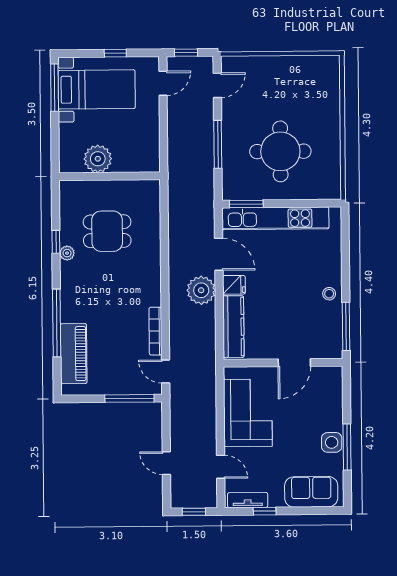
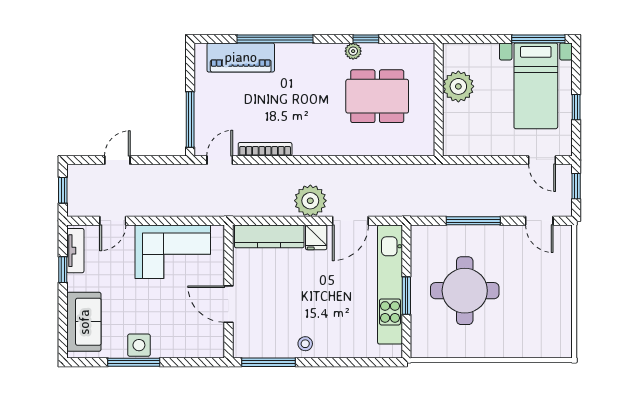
window: (246, 204) -> (406, 296), moved
dining table: (107, 231) -> (377, 96), width x1.38

